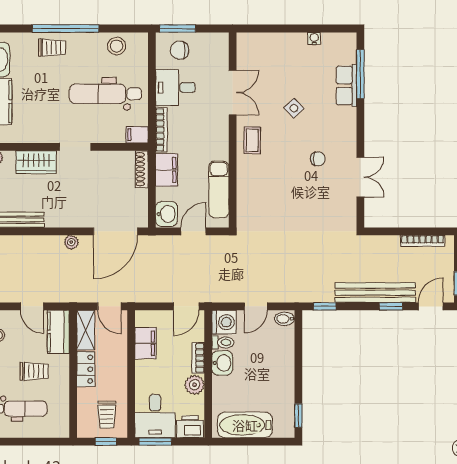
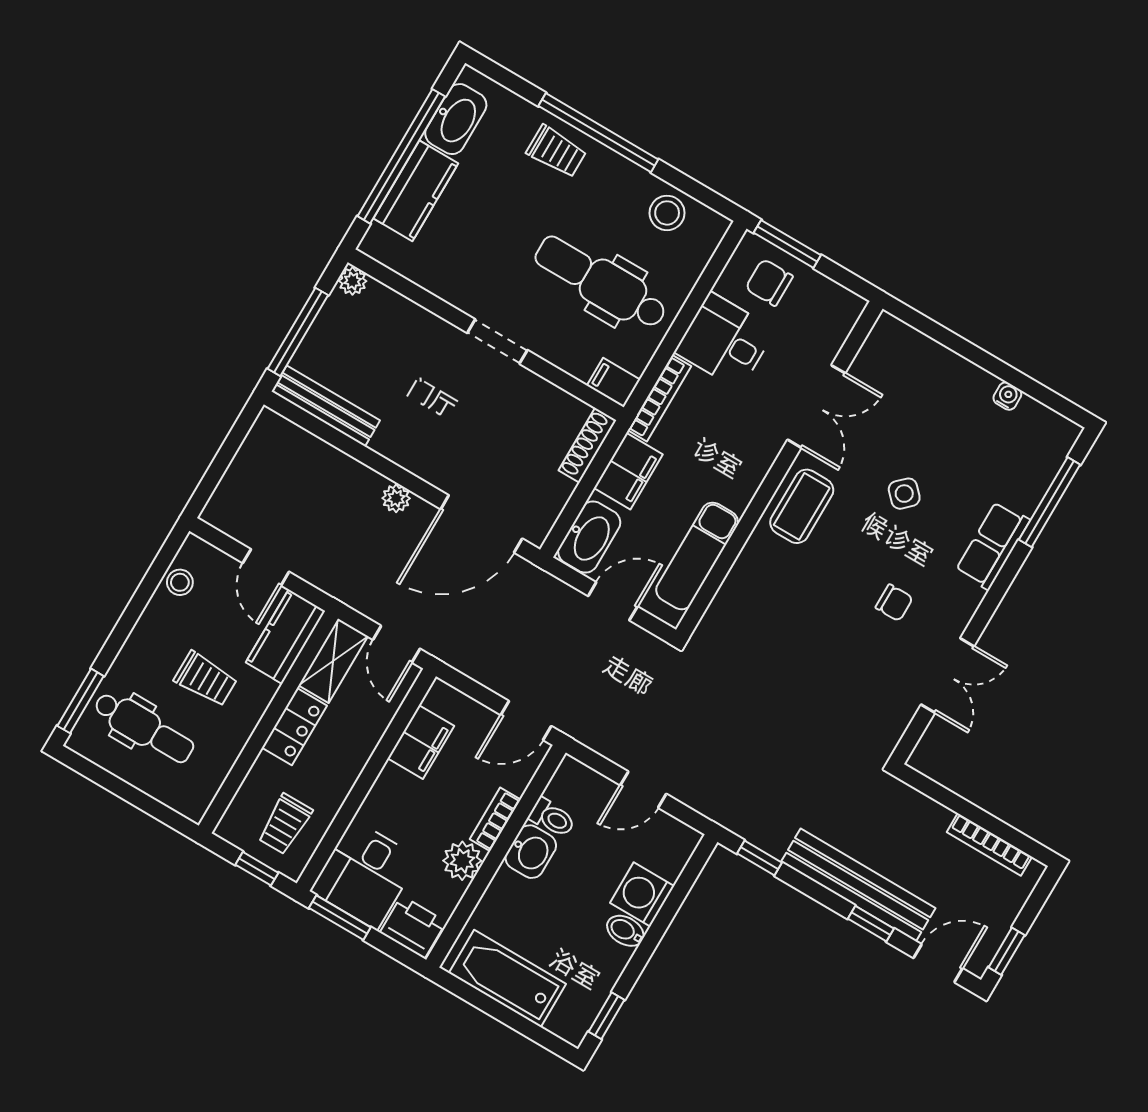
row of seats: (346, 86) -> (993, 545), moved
coffee table: (252, 140) -> (802, 506), width x1.36, depth x1.30
wardrobe: (36, 162) -> (416, 329), removed
washbasin: (166, 214) -> (589, 537), width x1.38
bidet: (285, 319) -> (625, 931), moved
washing machine: (224, 322) -> (642, 894), moved, turned 180

